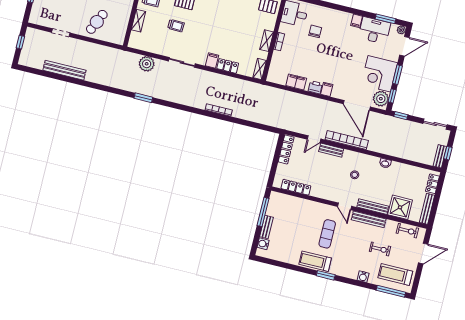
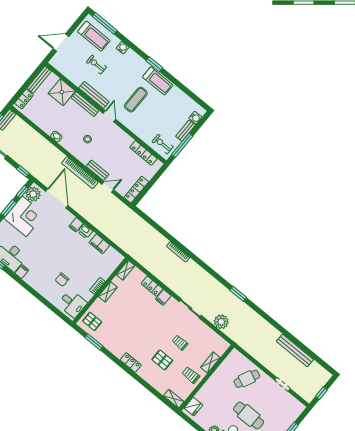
exercise bike: (407, 231) -> (163, 144), moved

